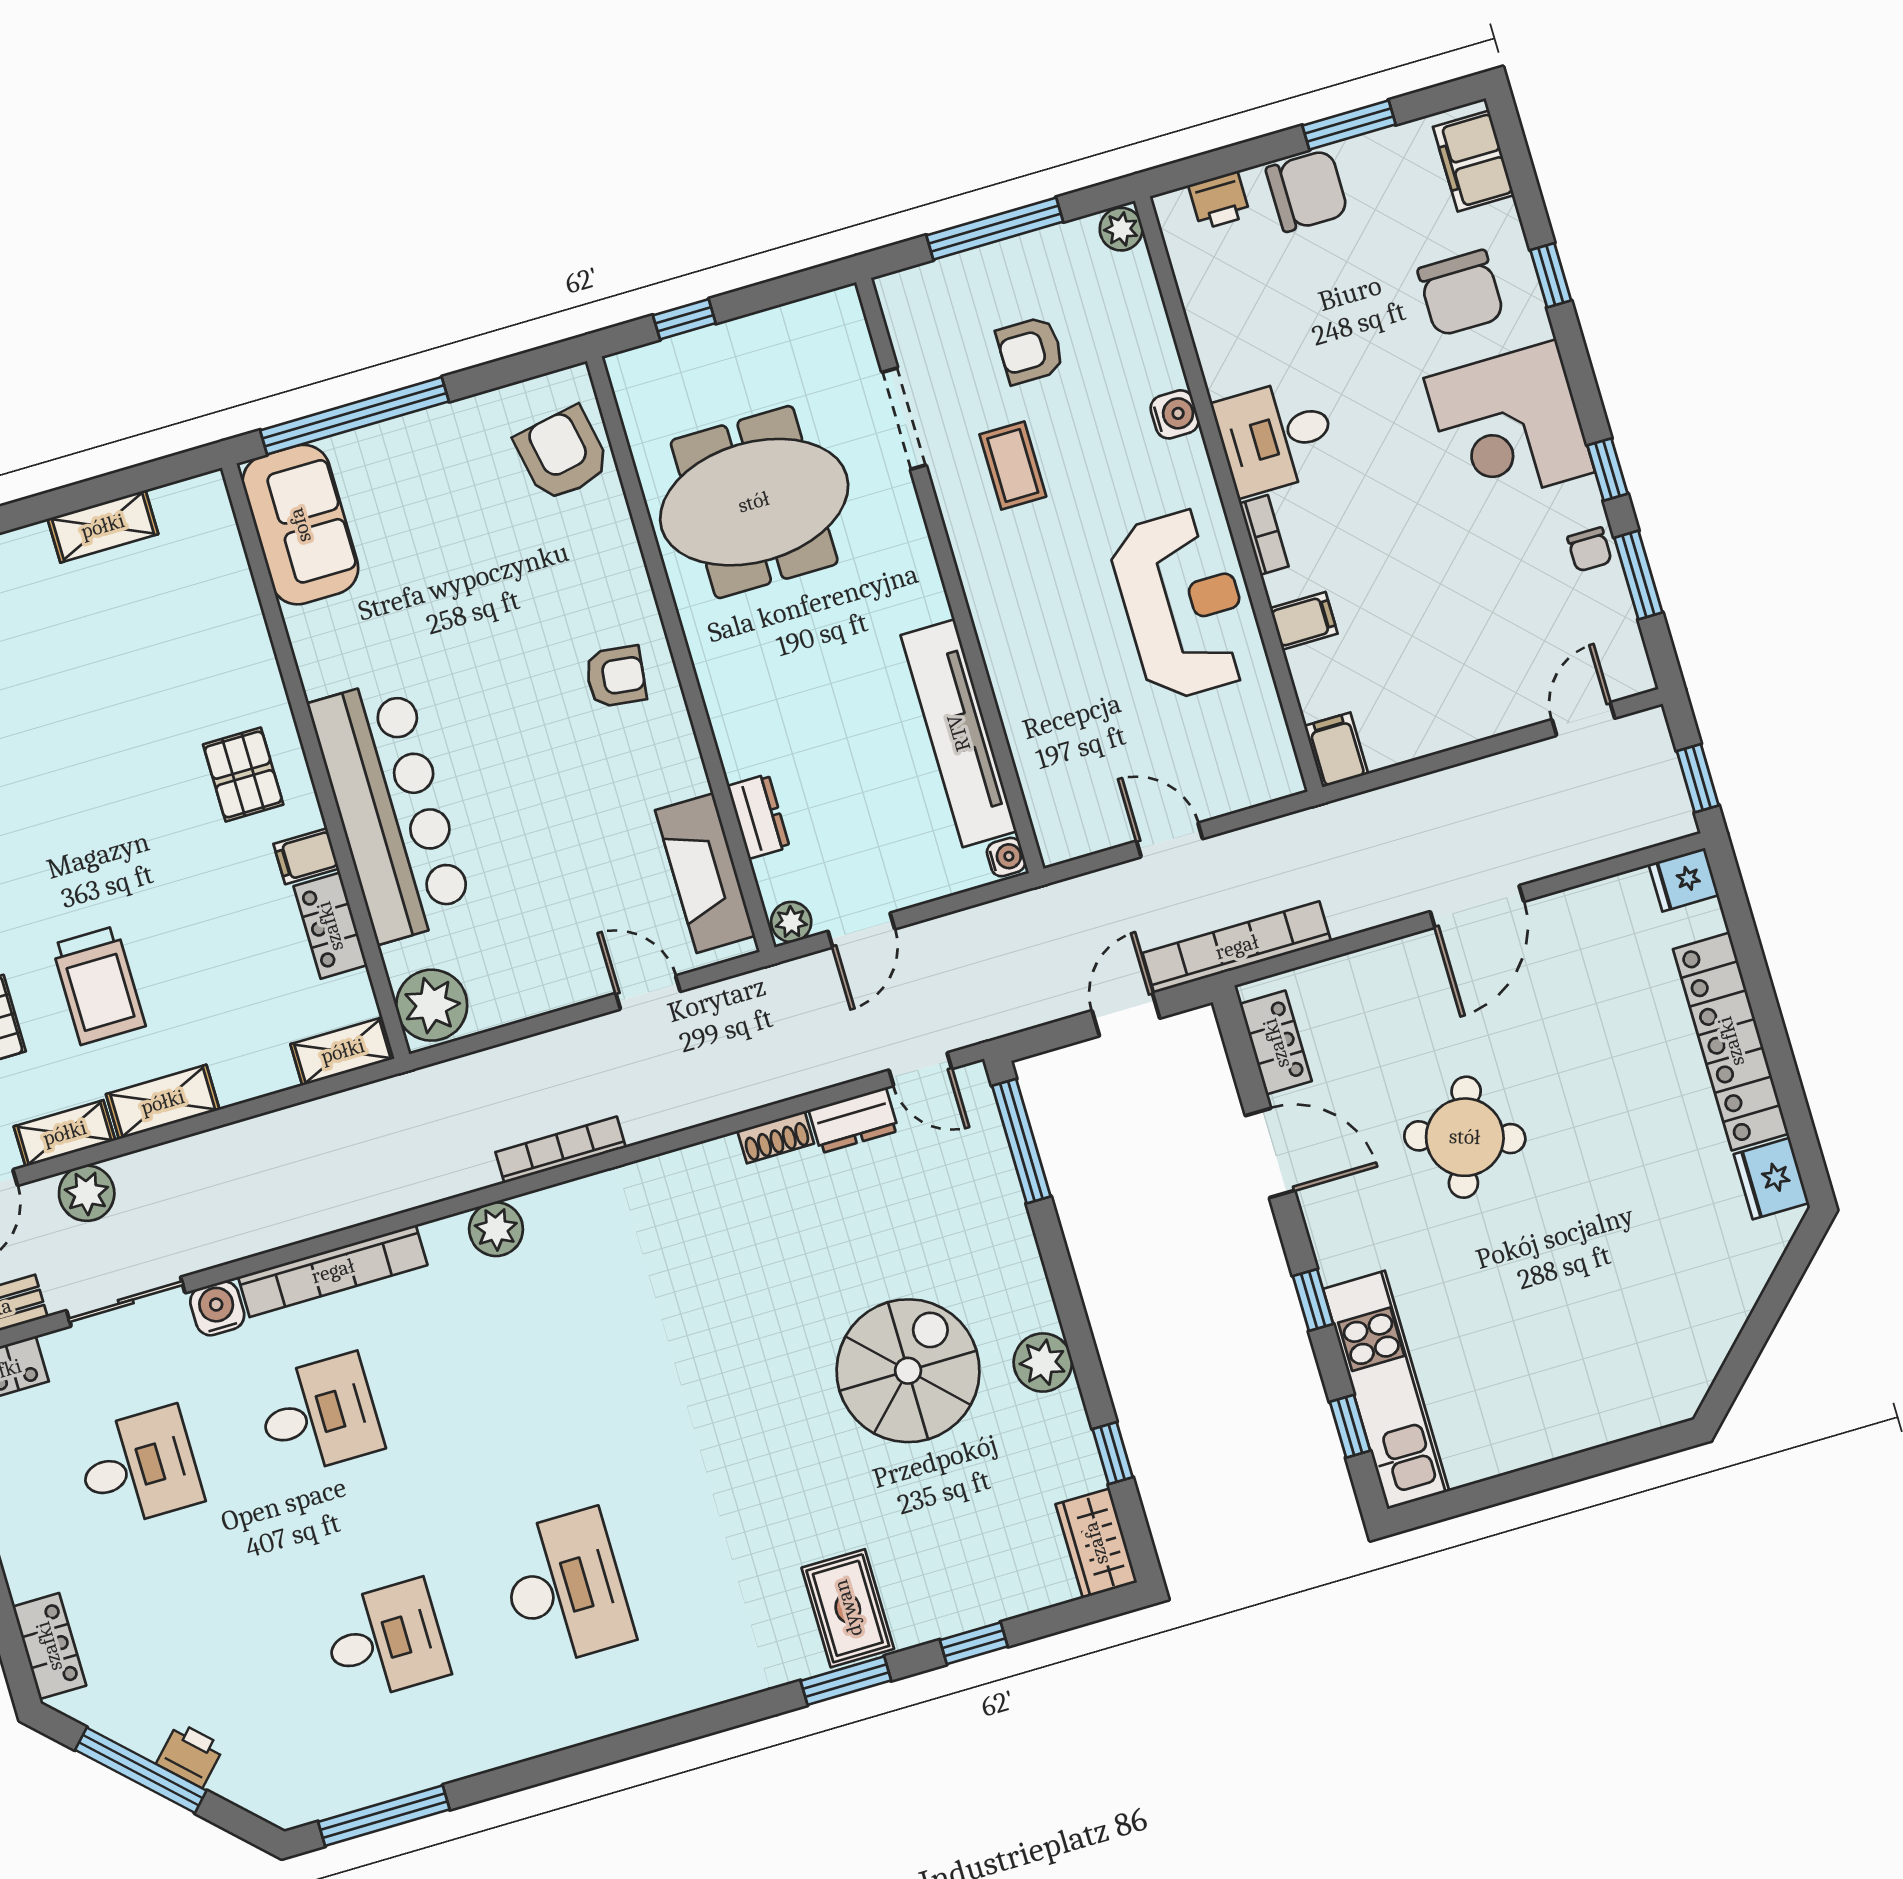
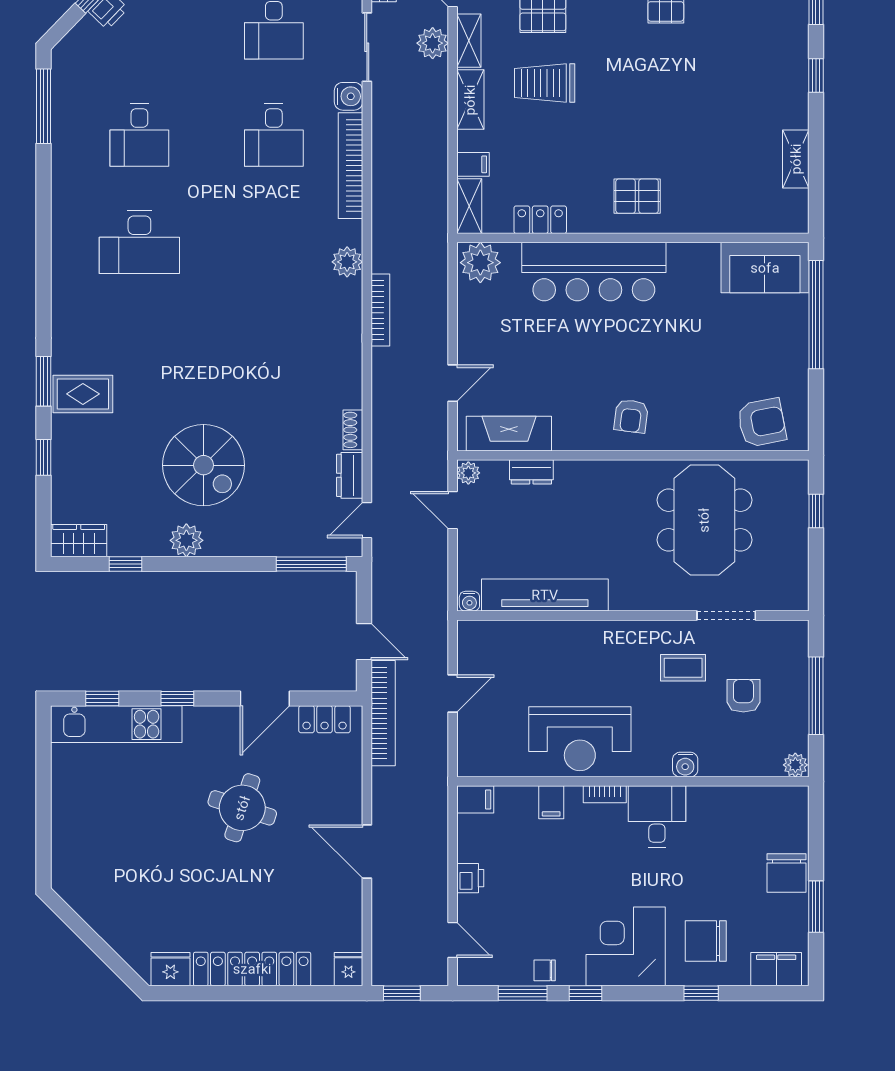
printer: (1219, 200) -> (470, 878), moved, turned 180
filing cabinet: (306, 856) -> (473, 164), moved, turned 90

